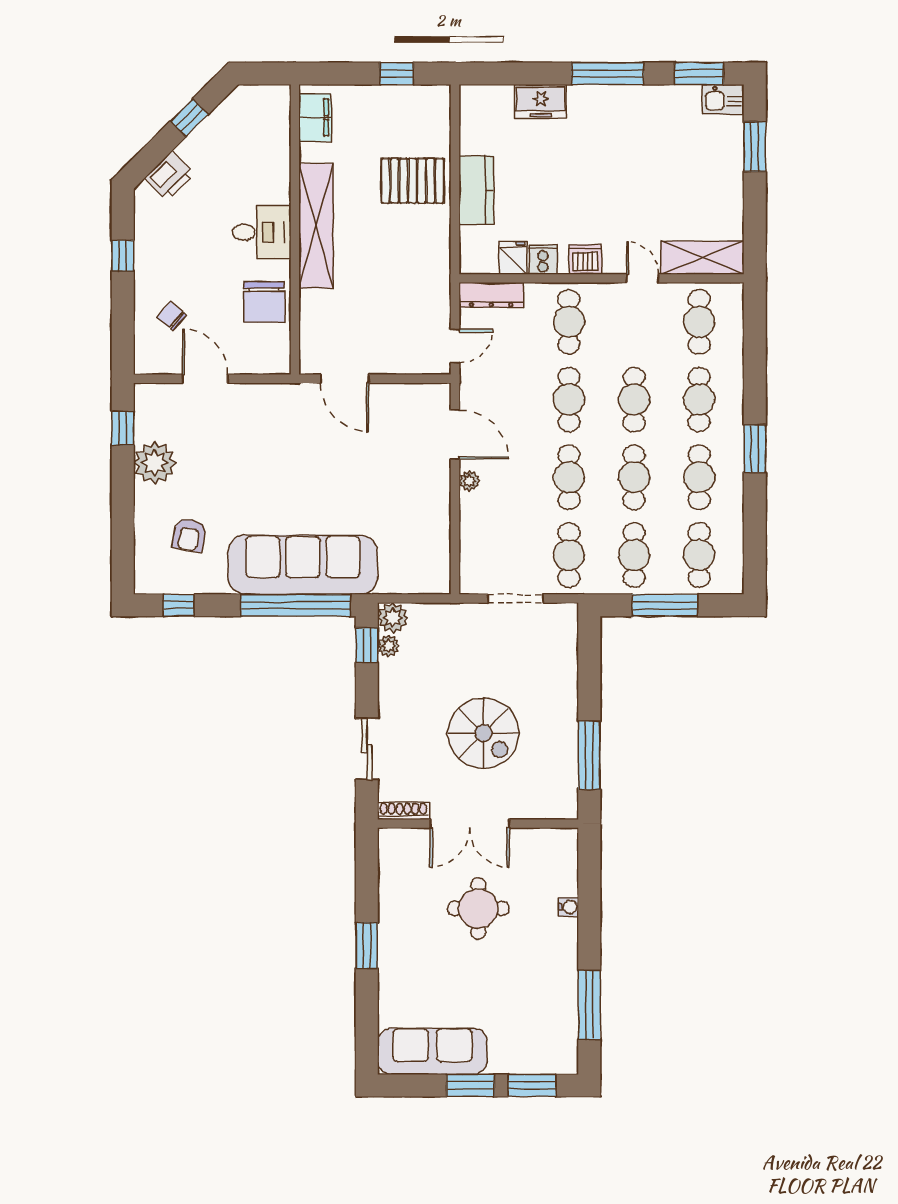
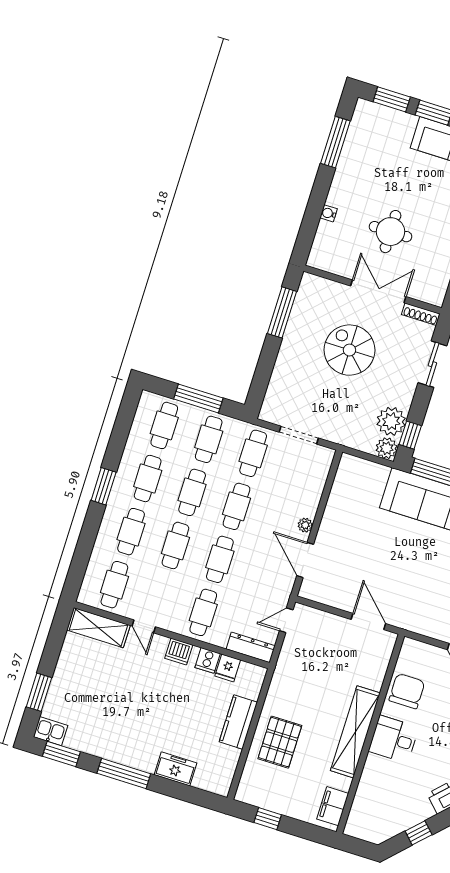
pallet: (413, 181) -> (280, 742), turned 90
plant: (389, 646) -> (391, 421), width x1.87, depth x1.87

